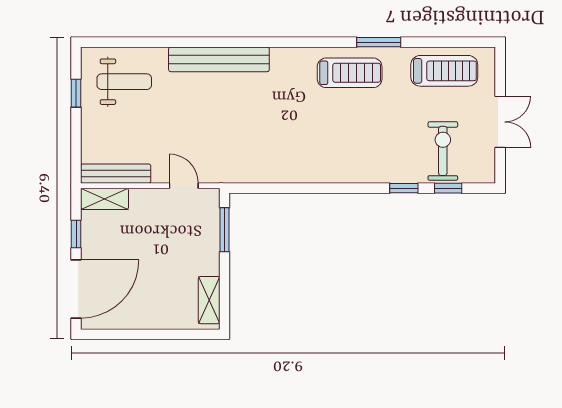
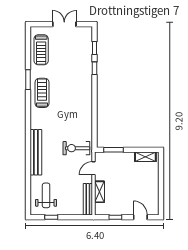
treadmill: (444, 71) -> (41, 50), turned 180
exercise bike: (443, 151) -> (76, 148), moved
shelving: (105, 199) -> (99, 192), moved
door: (76, 289) -> (140, 217), width x0.53

